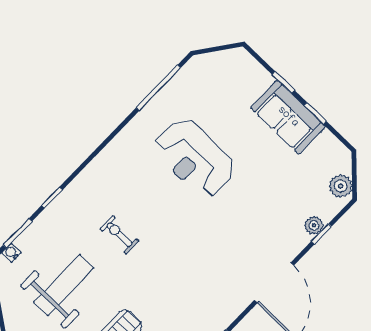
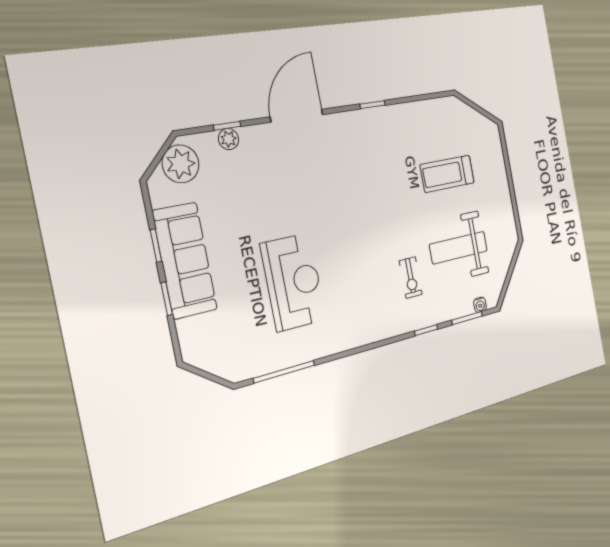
sofa: (288, 117) -> (185, 261), width x1.36
plant: (341, 186) -> (181, 164), width x1.36, depth x1.36
exercise bike: (119, 235) -> (411, 278), moved

